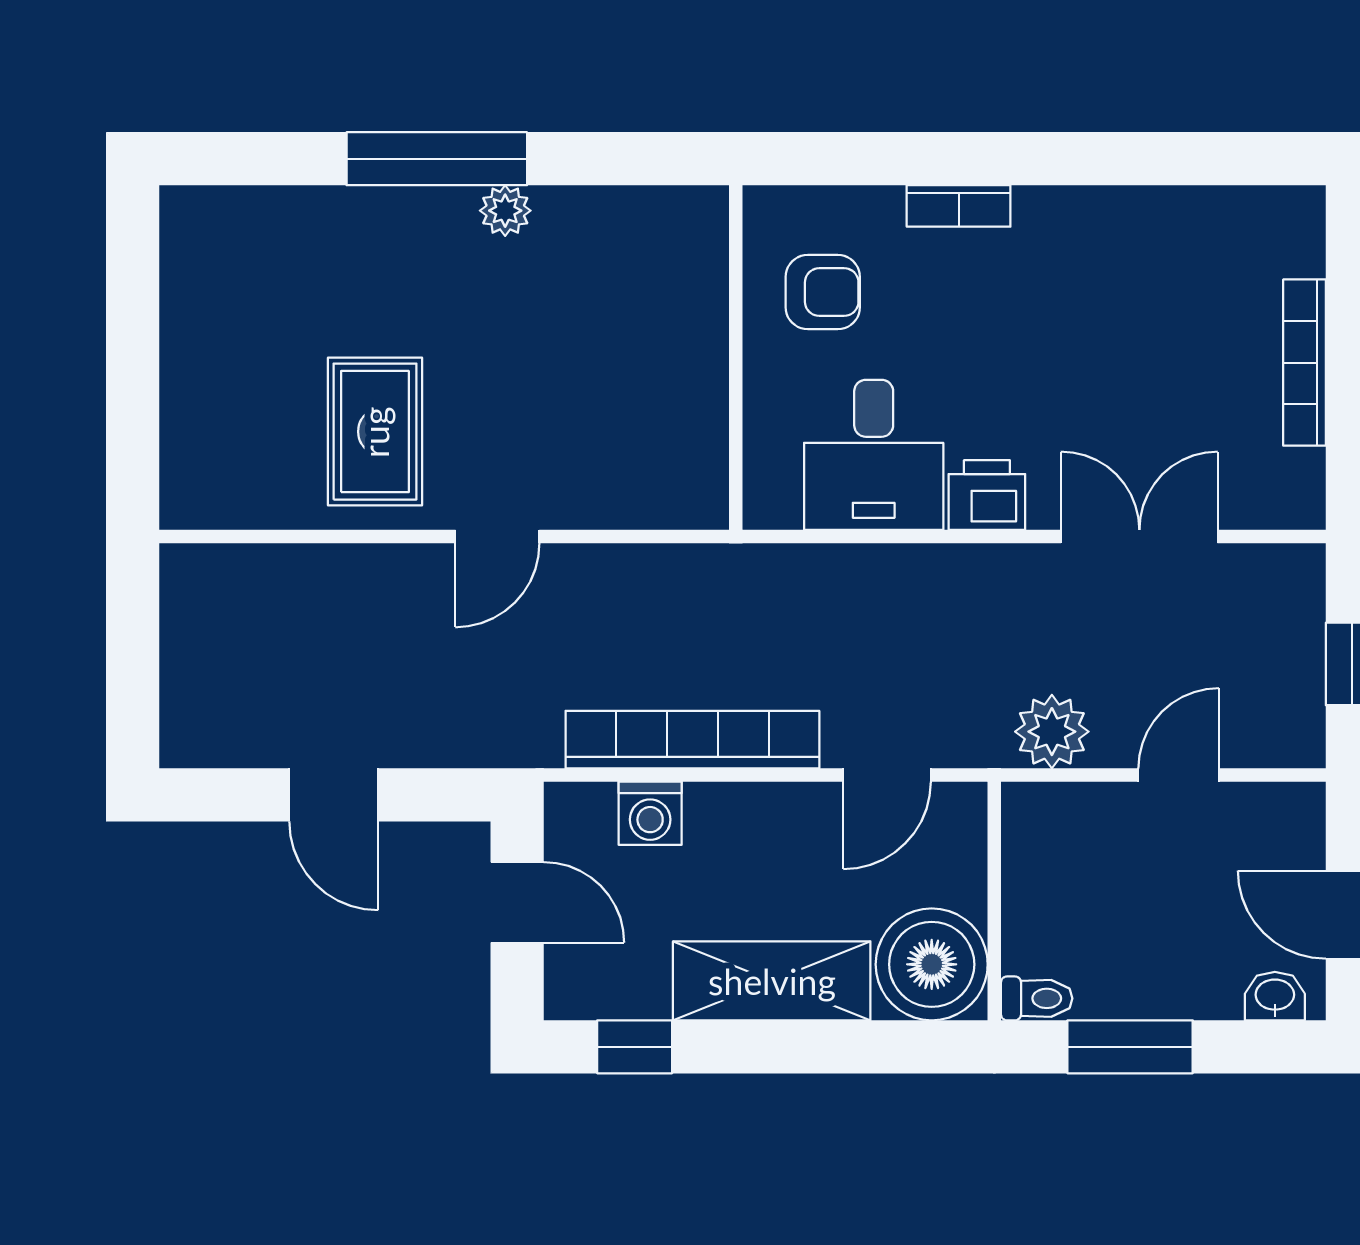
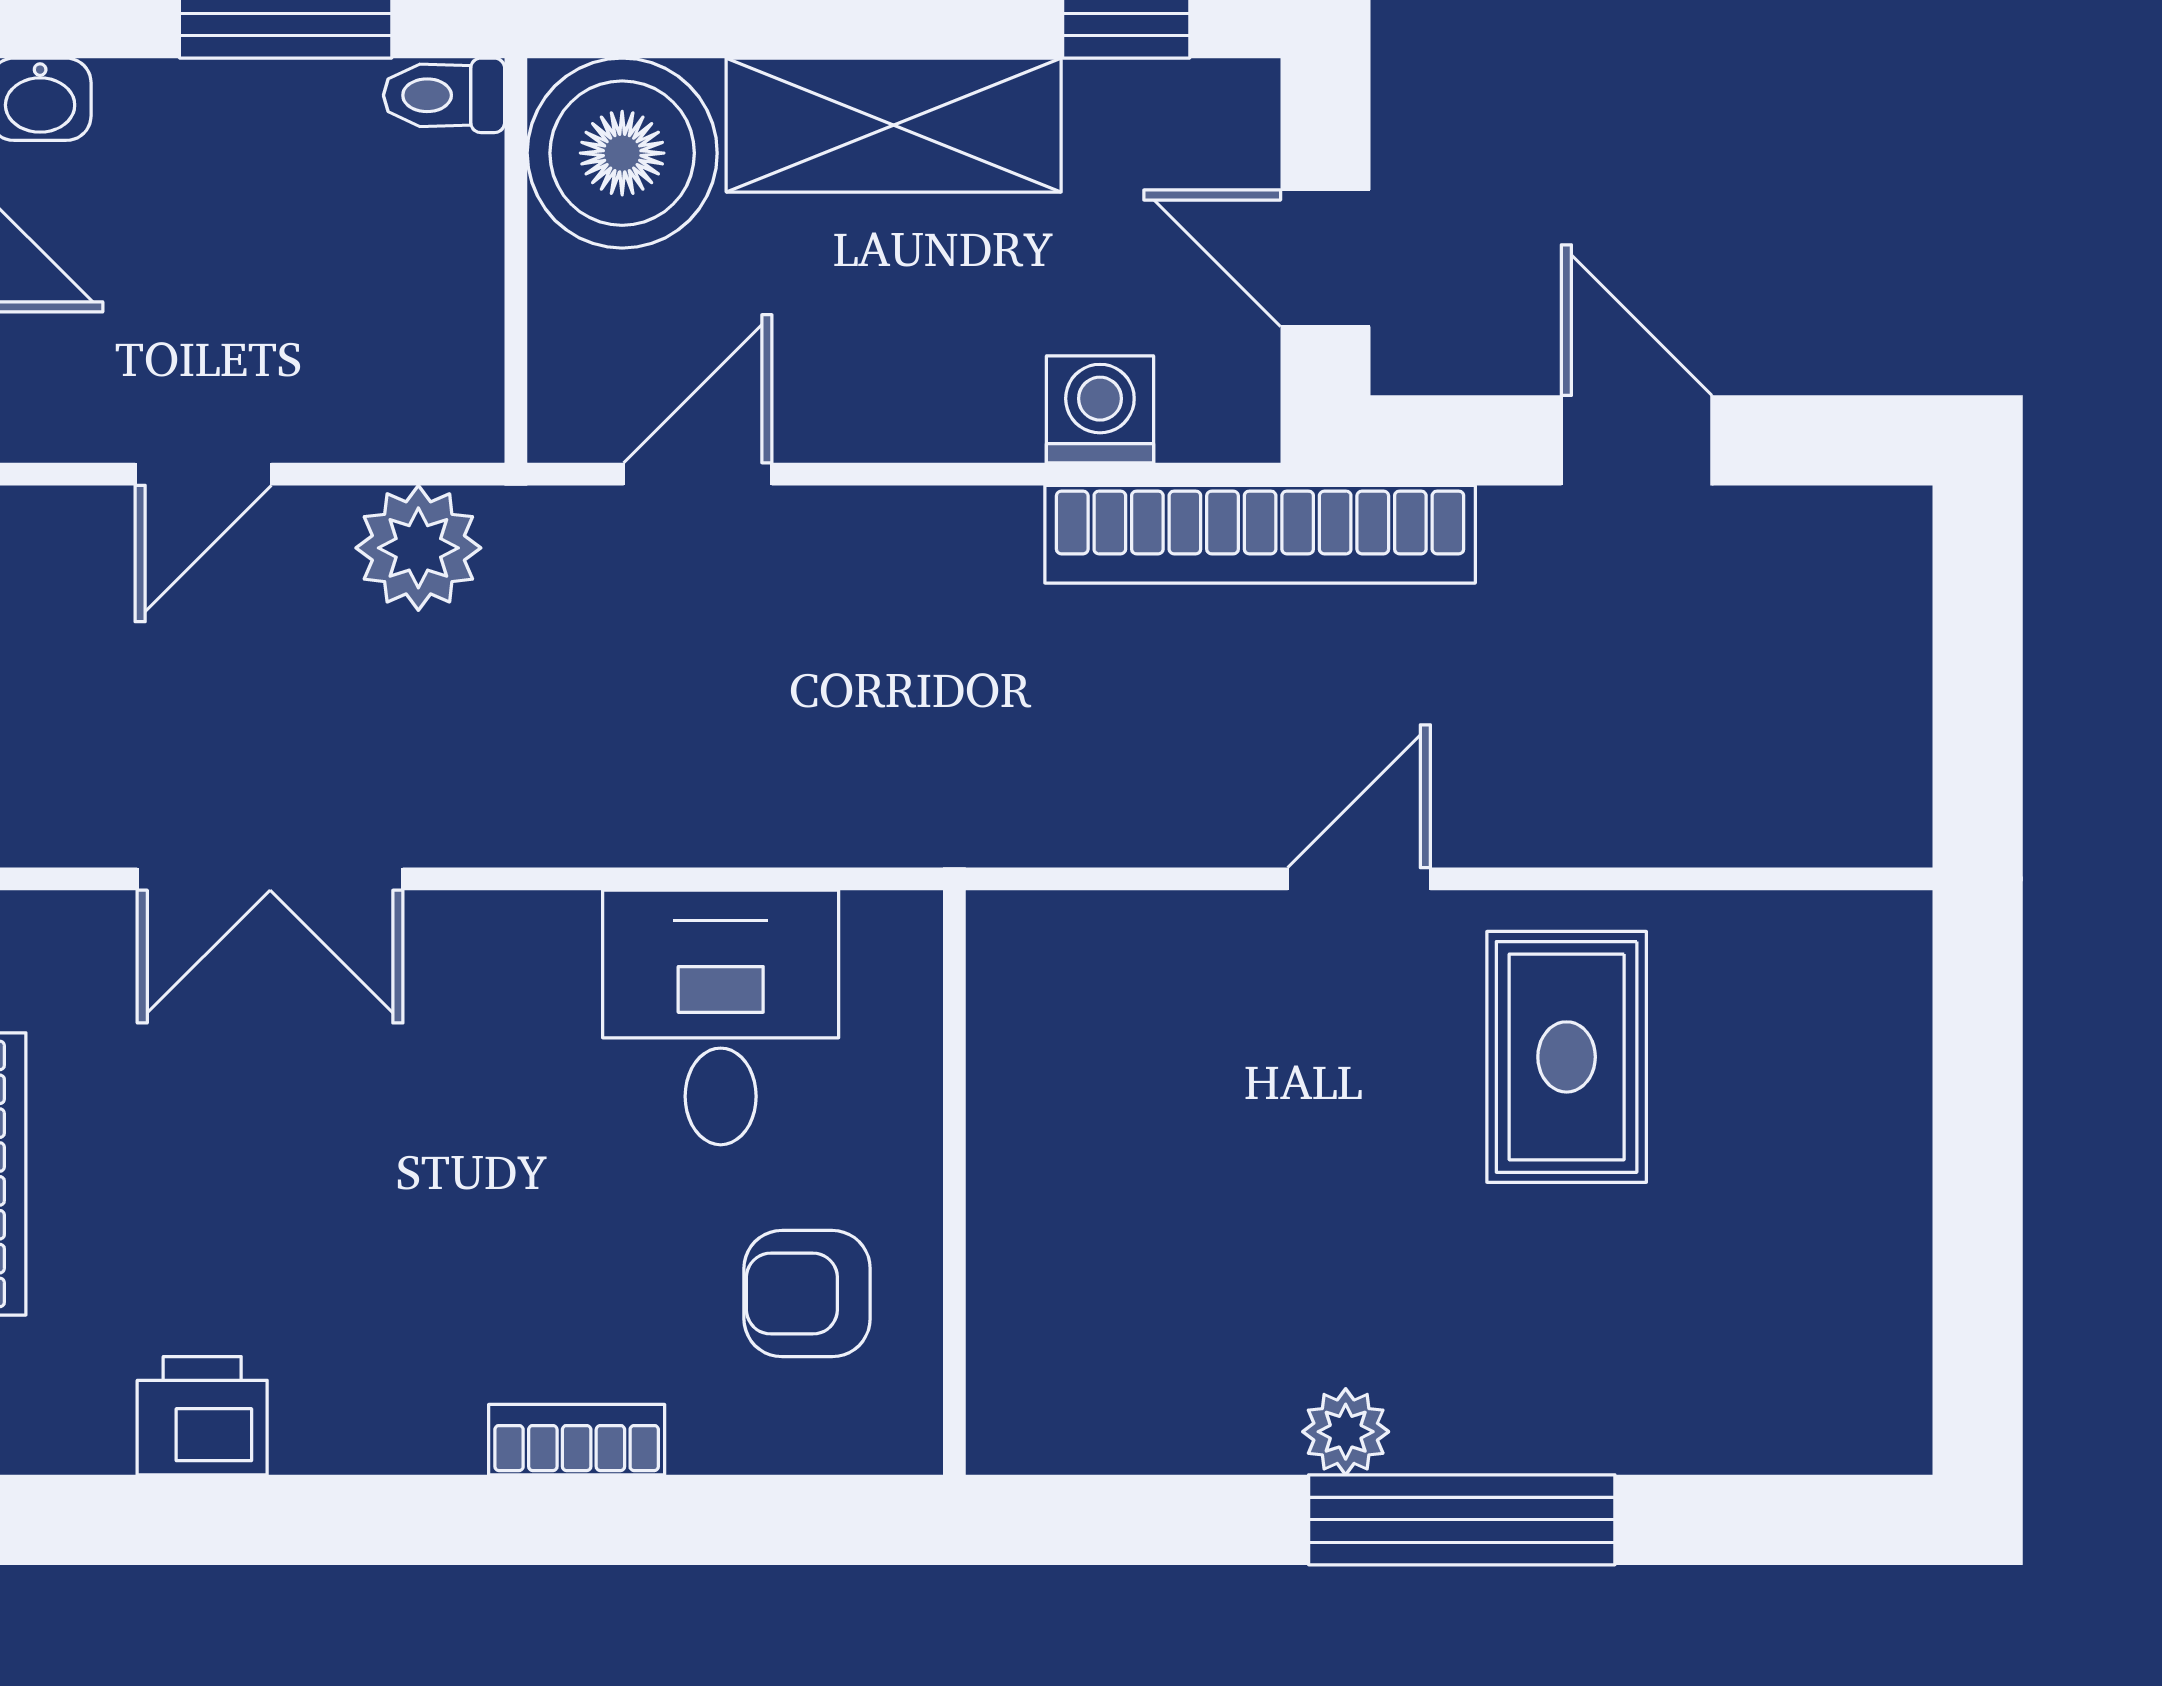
printer: (987, 495) -> (202, 1416), moved, turned 180
bookcase: (692, 740) -> (1260, 534), moved

